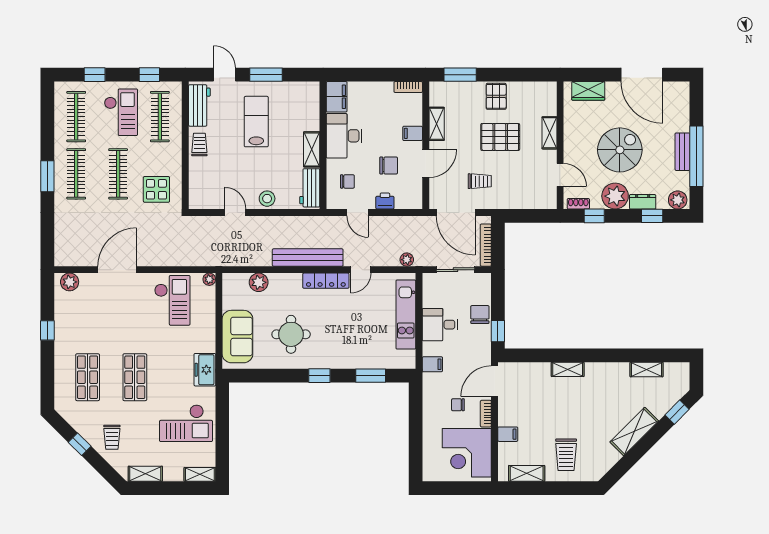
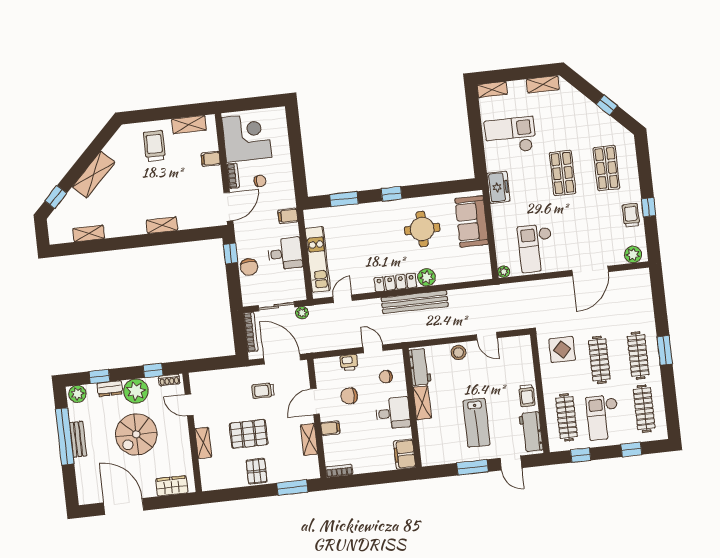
desk: (344, 136) -> (393, 413), width x0.73
plant: (407, 260) -> (302, 313), moved
door: (361, 270) -> (343, 299), moved
plant: (259, 282) -> (427, 277), moved
trolley: (112, 437) -> (631, 215), moved

